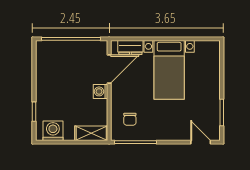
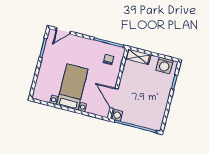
dresser: (130, 48) -> (95, 110), removed
door: (109, 69) -> (114, 98), hinge flipped
washing machine: (100, 91) -> (116, 115), moved
door: (201, 142) -> (63, 31), hinge flipped

